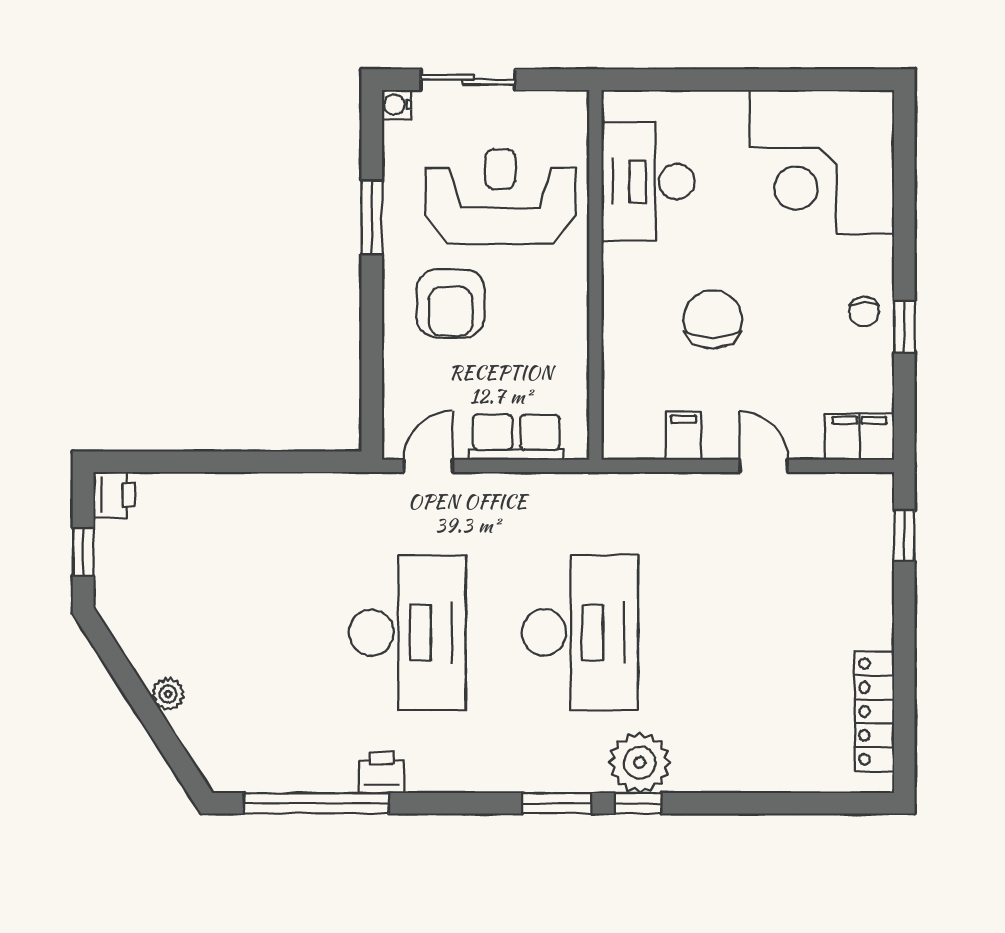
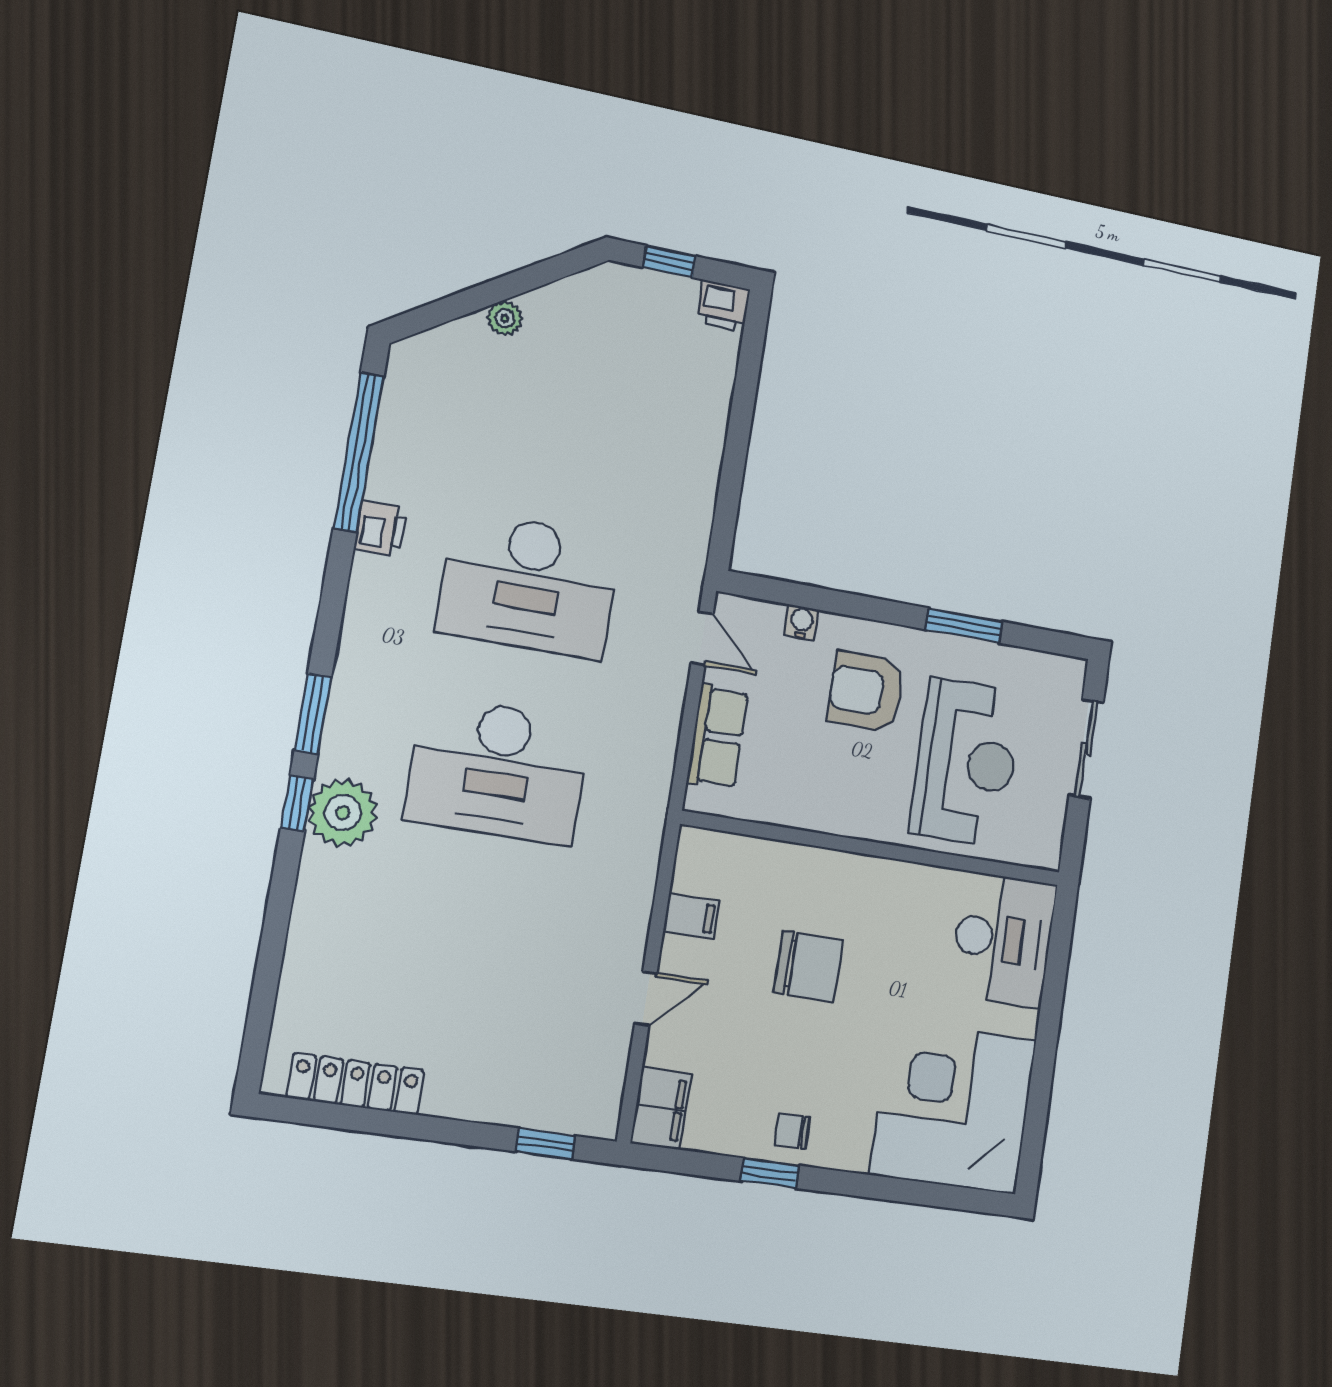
water cooler: (397, 105) -> (802, 622), moved
desk: (648, 182) -> (1003, 940), moved, turned 90

